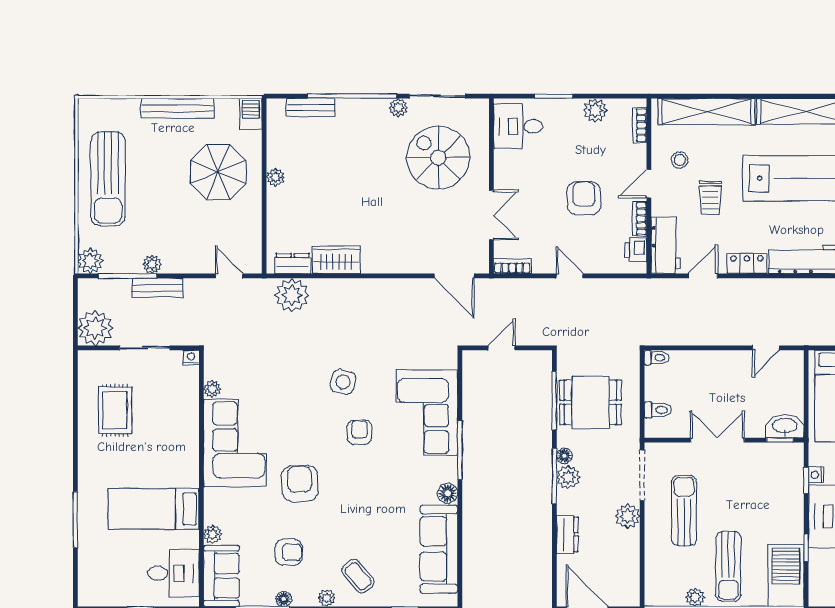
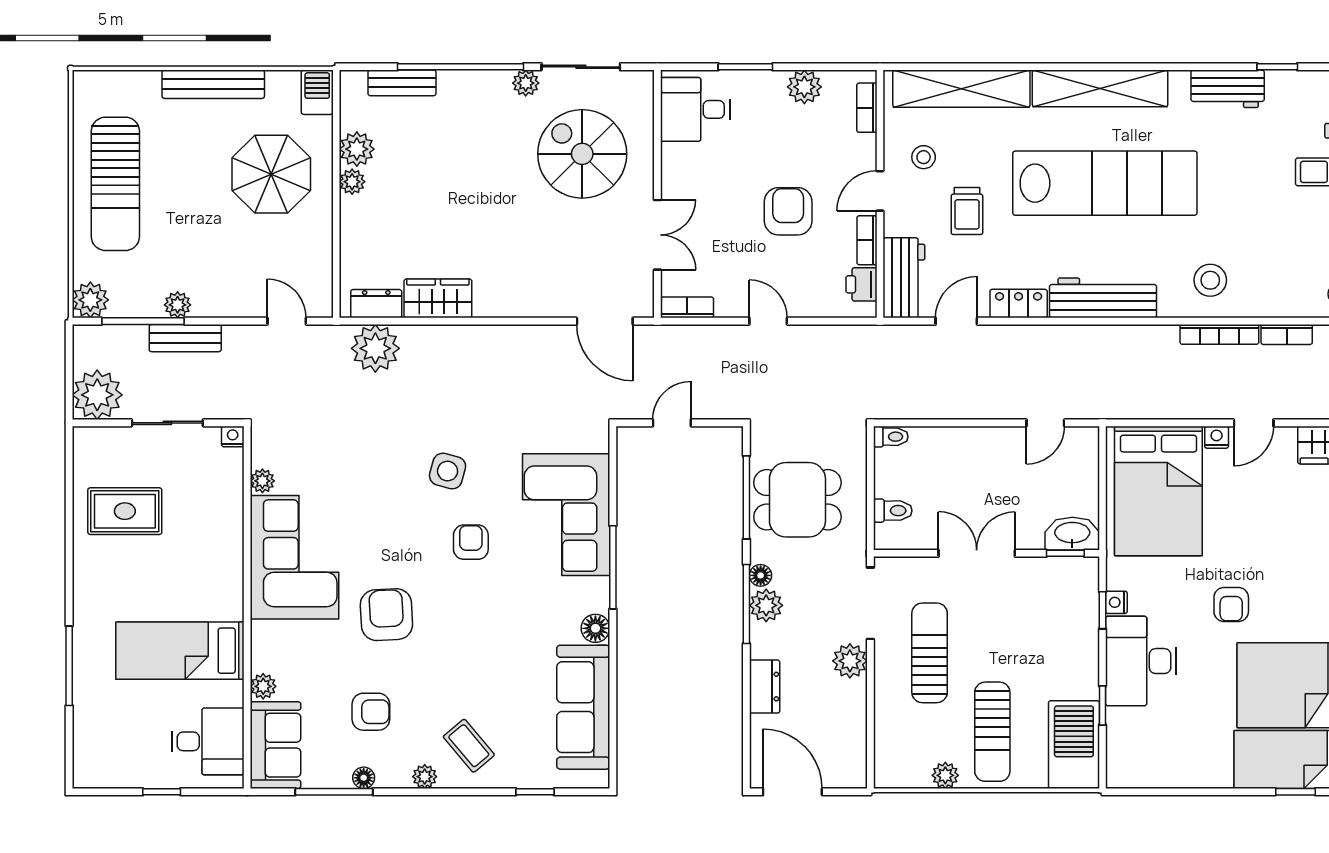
plant: (279, 154) -> (357, 149), added
rug: (115, 410) -> (125, 511), turned 90

